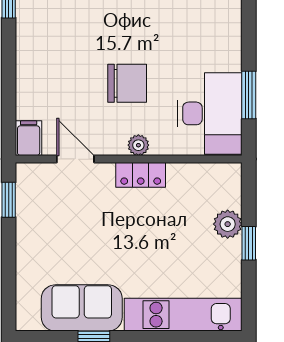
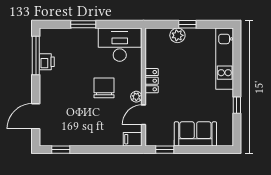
window: (249, 95) -> (83, 24), moved
plant: (138, 145) -> (136, 97), moved
sofa: (82, 308) -> (195, 134), moved, turned 90

